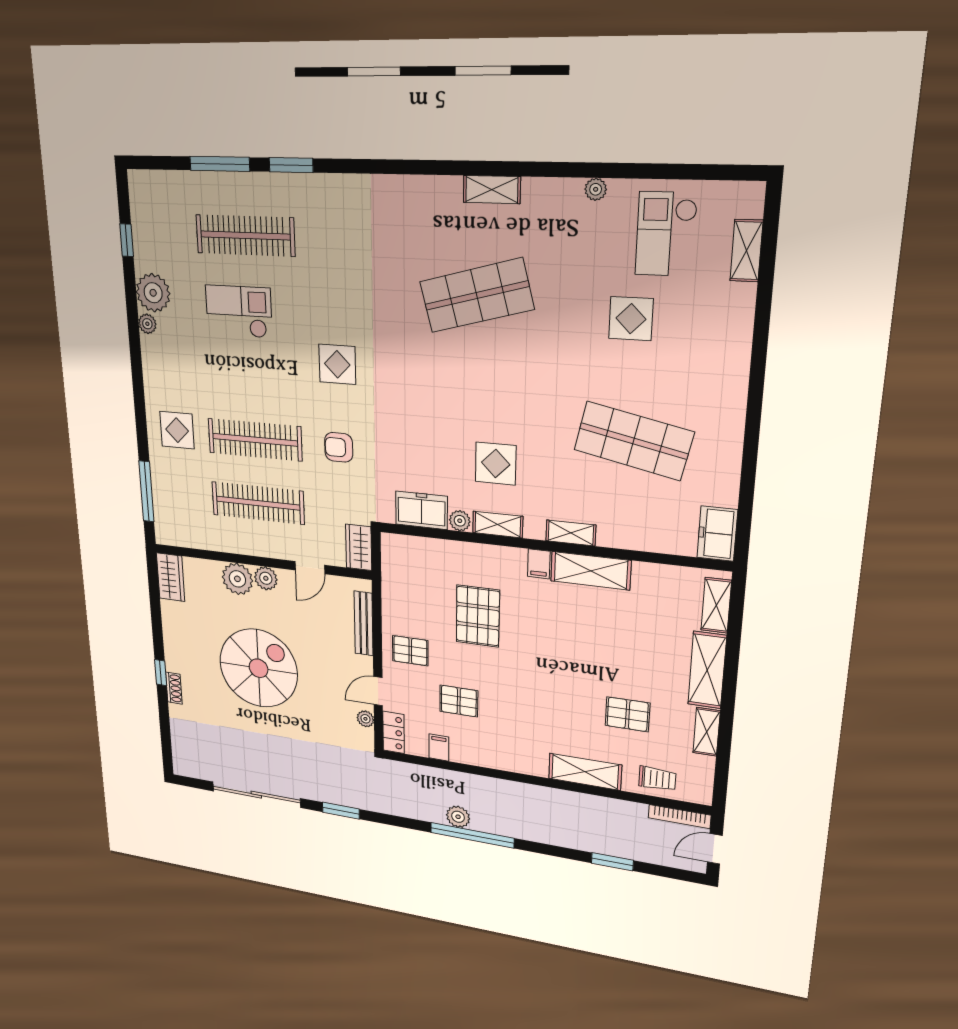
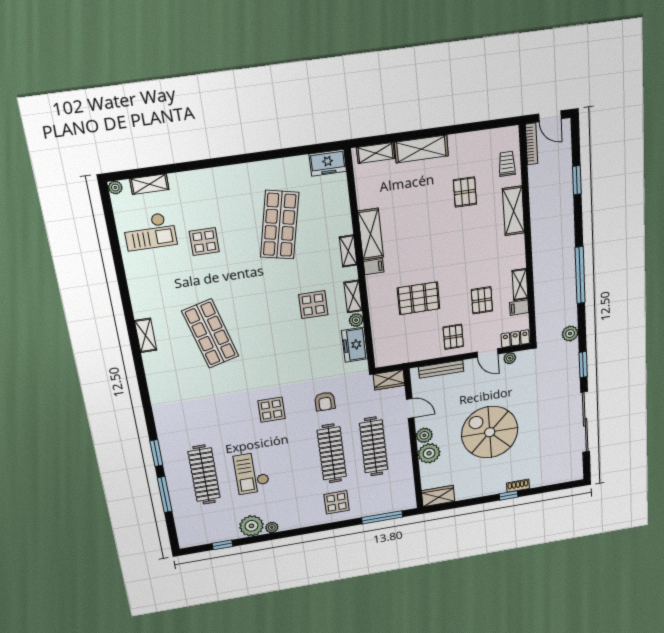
plant: (596, 189) -> (115, 187), moved
shelving: (707, 732) -> (520, 285), moved, turned 90
plant: (458, 817) -> (570, 334), moved

